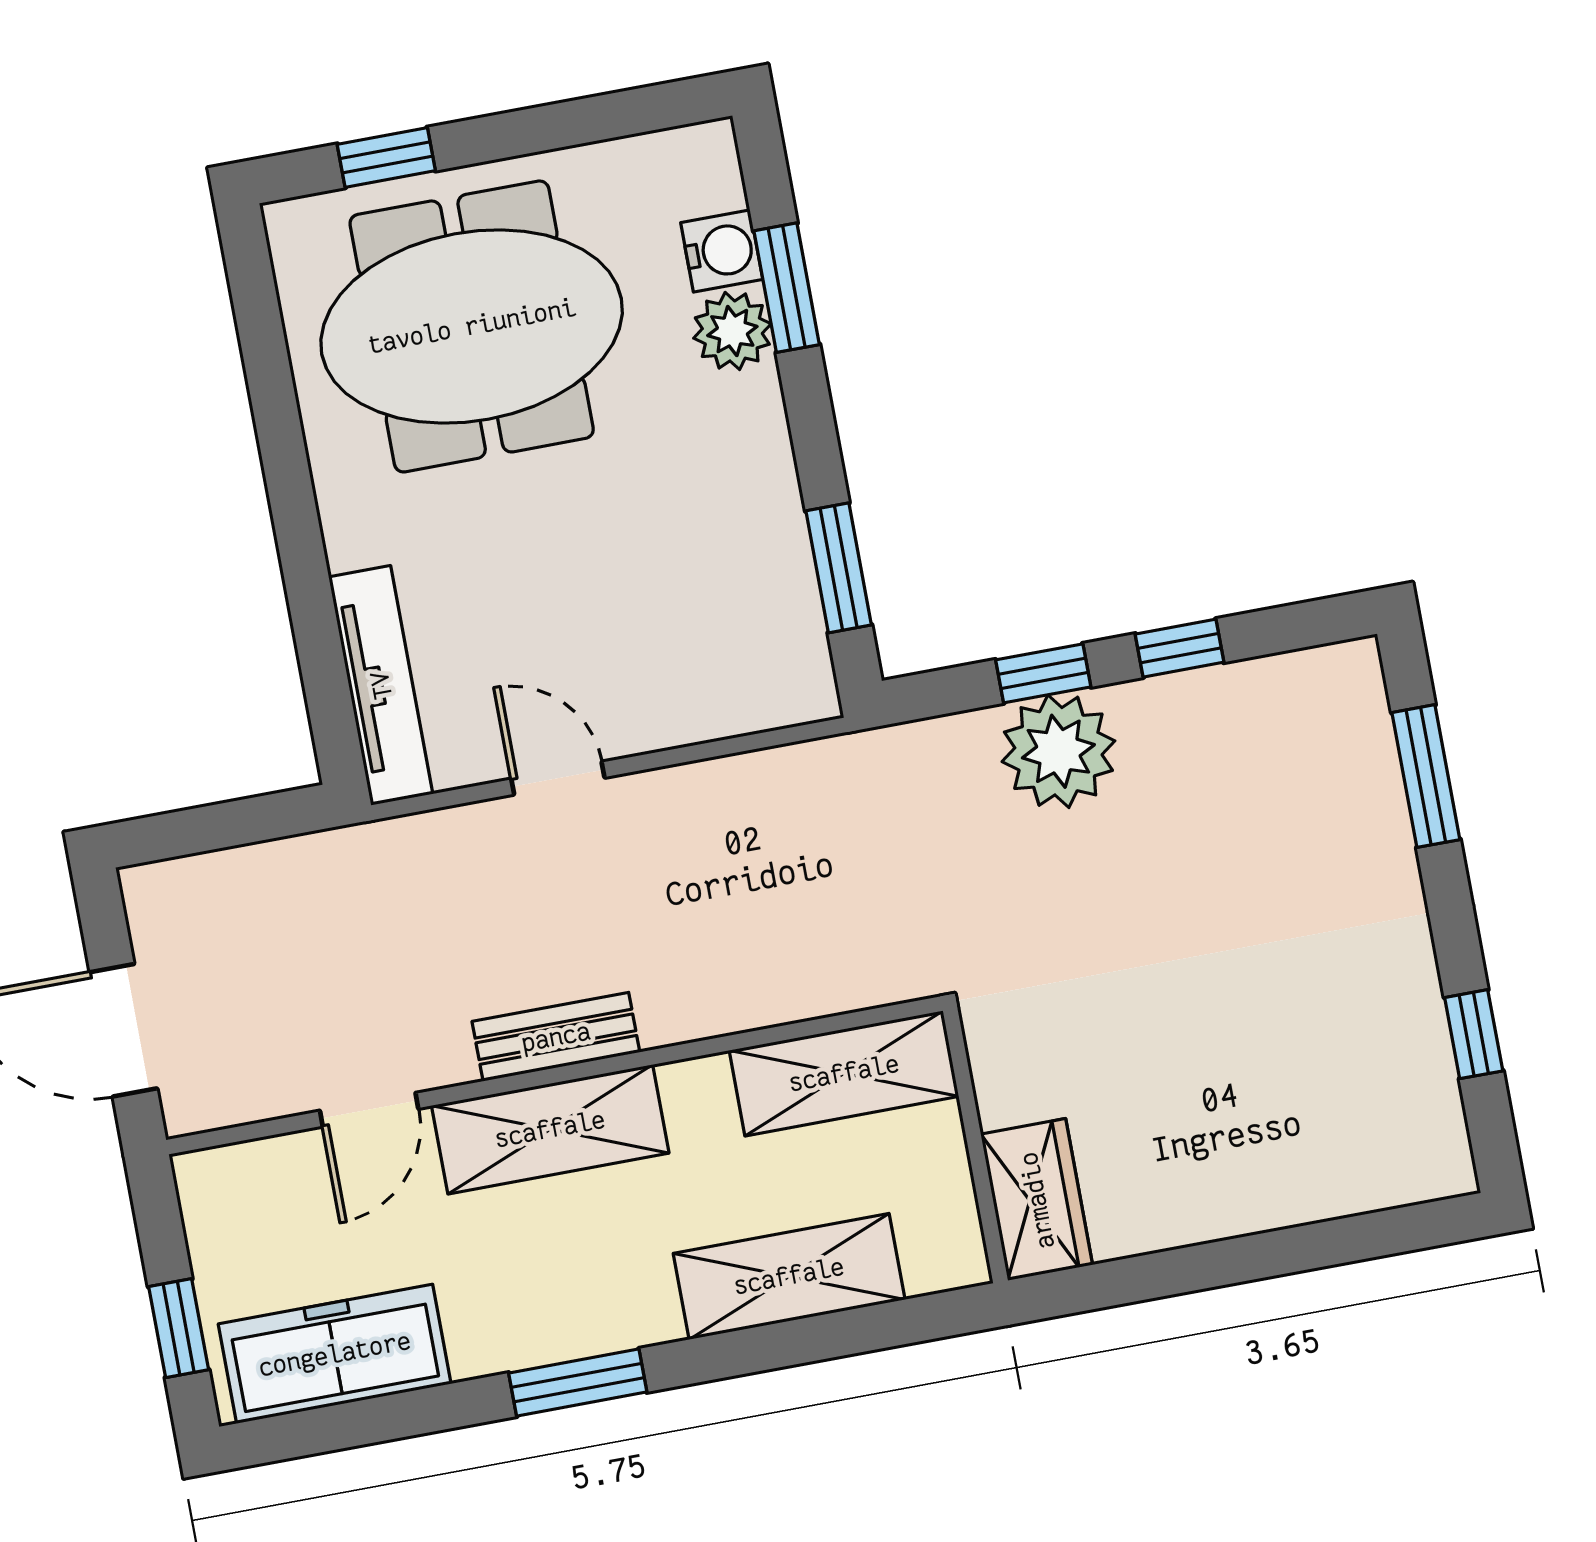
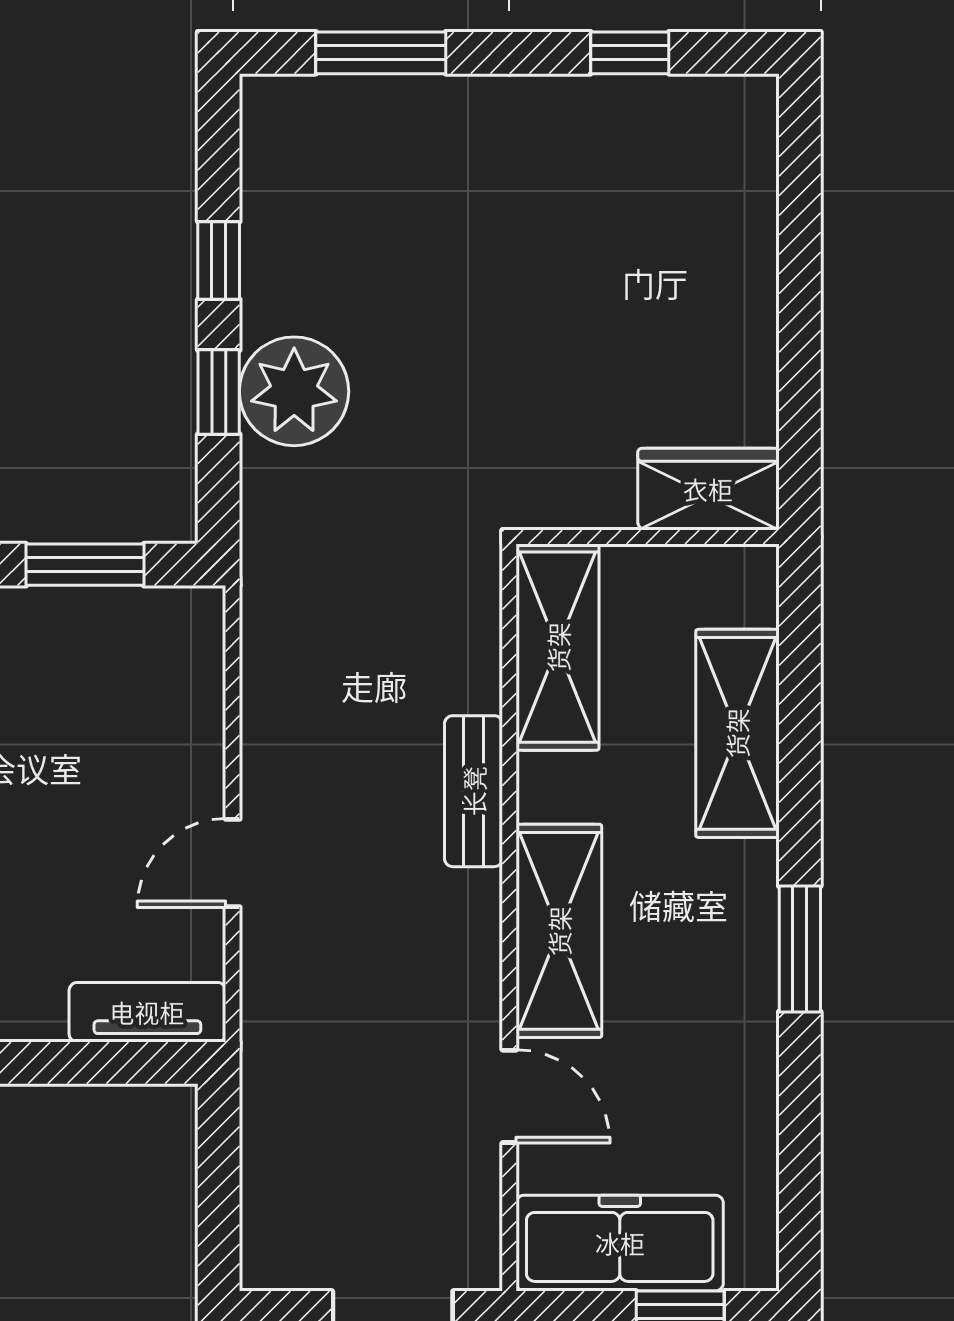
tv unit: (381, 685) -> (147, 1012), width x0.71
bench: (556, 1037) -> (474, 791), moved
freezer: (335, 1354) -> (620, 1243), moved, turned 90

